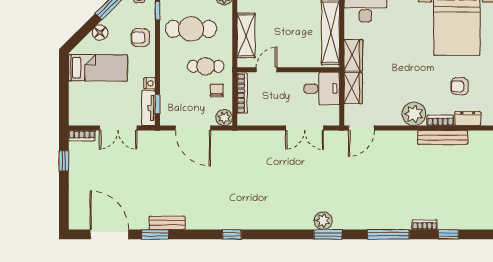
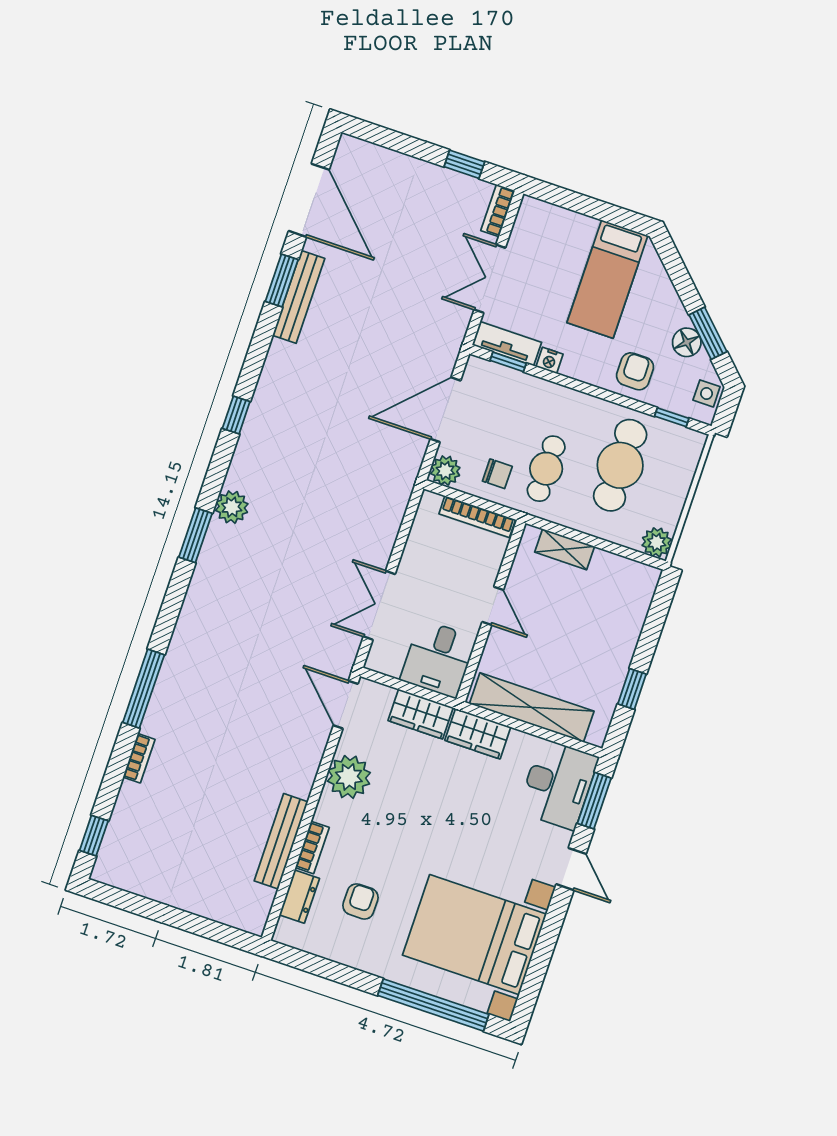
floor lamp: (100, 33) -> (687, 342), moved
shelving: (246, 35) -> (565, 549), width x0.67, depth x0.75
door: (267, 70) -> (493, 606), moved
plant: (414, 114) -> (349, 777), moved
plant: (323, 221) -> (232, 507), moved
bench: (167, 223) -> (299, 297), width x1.36
door: (109, 234) -> (309, 200), hinge flipped
window: (328, 234) -> (196, 535), moved
window: (449, 234) -> (94, 836), moved

